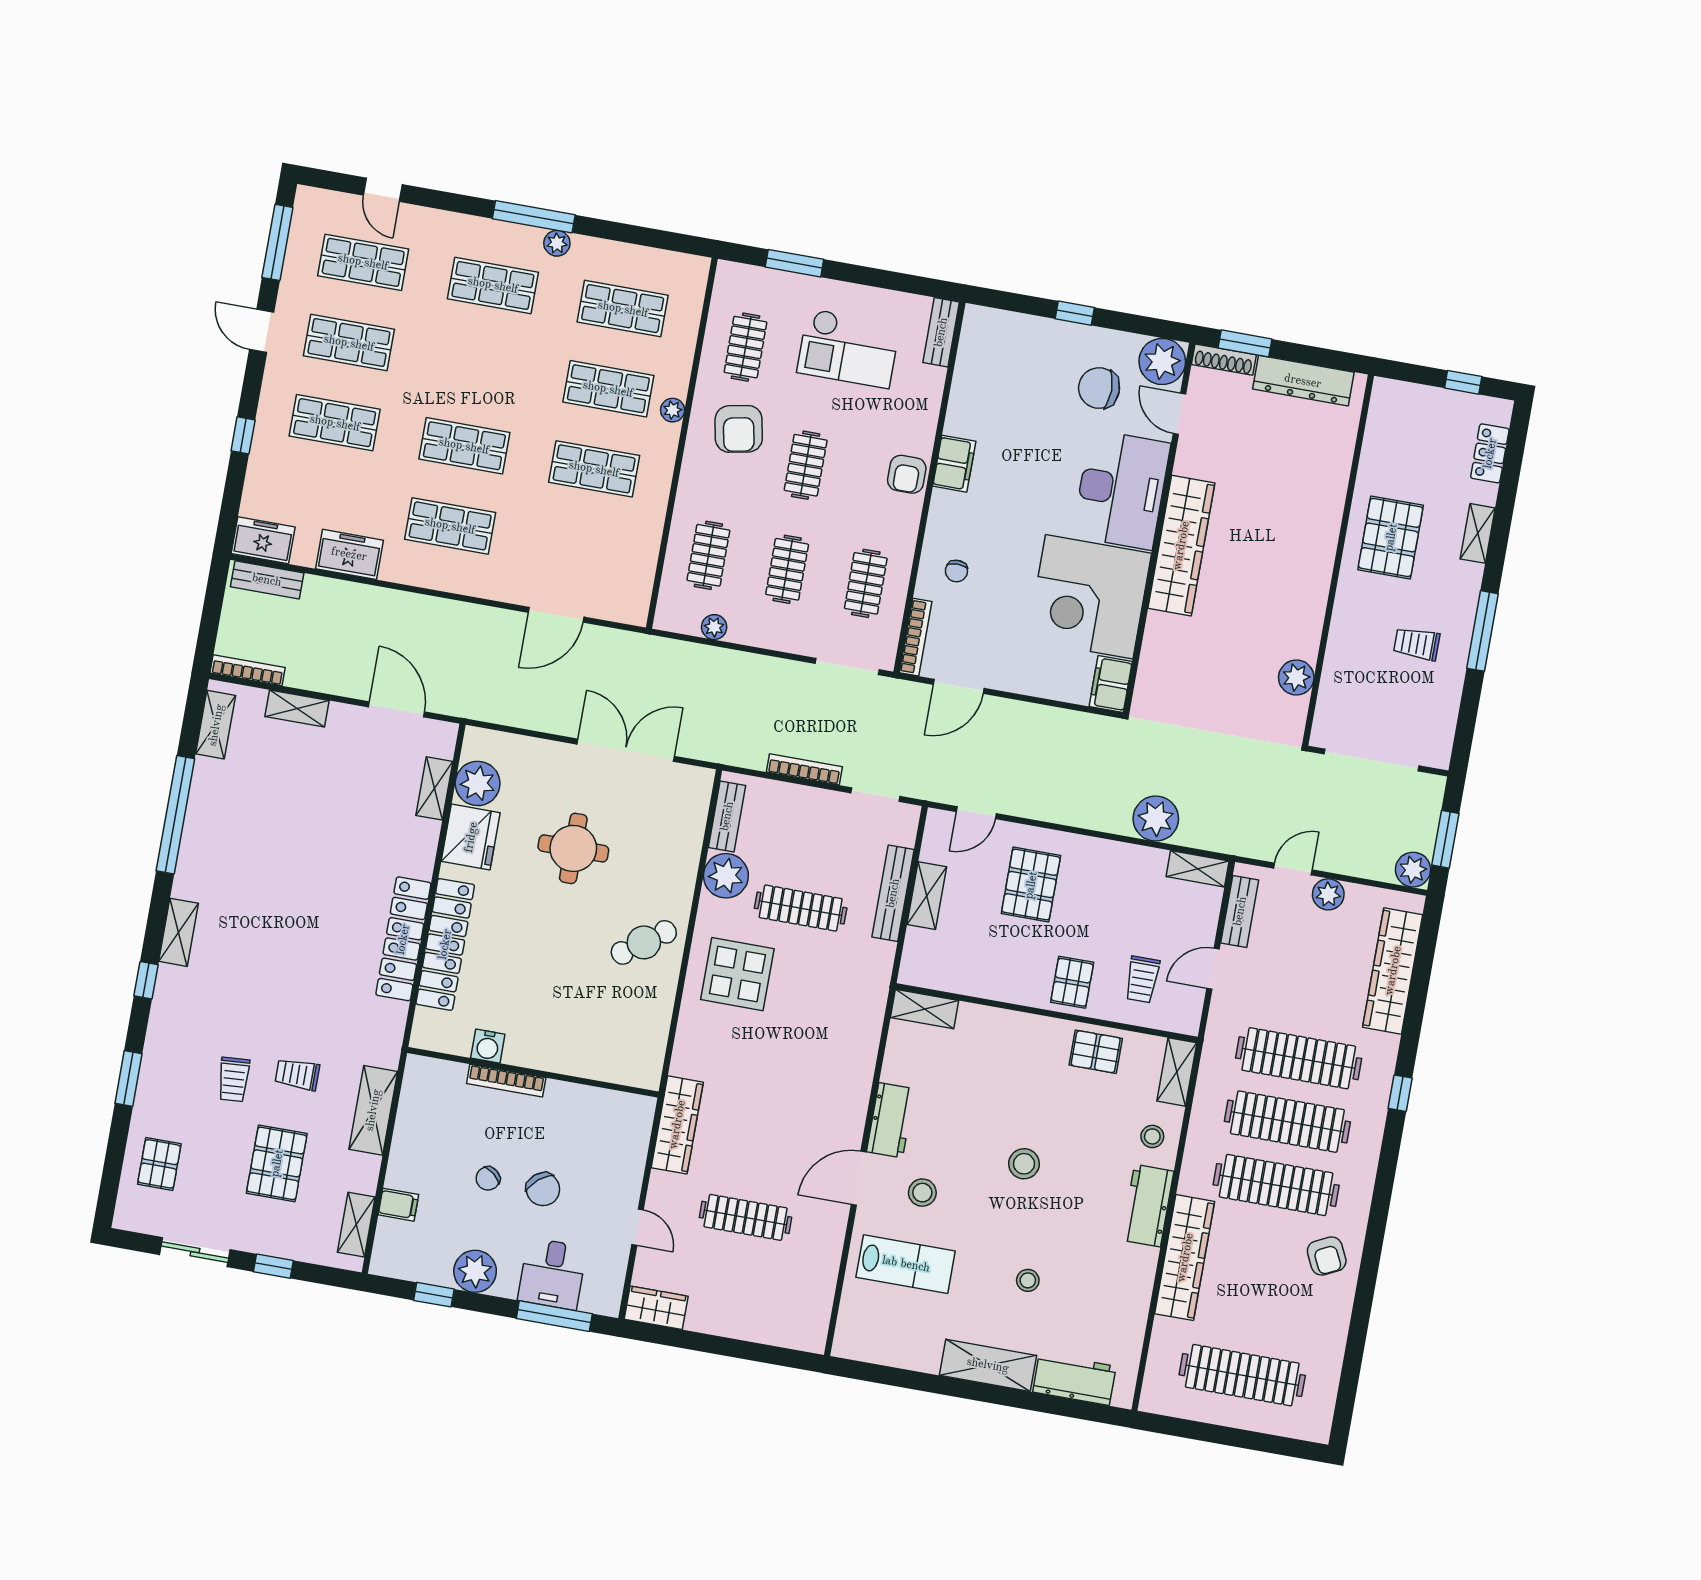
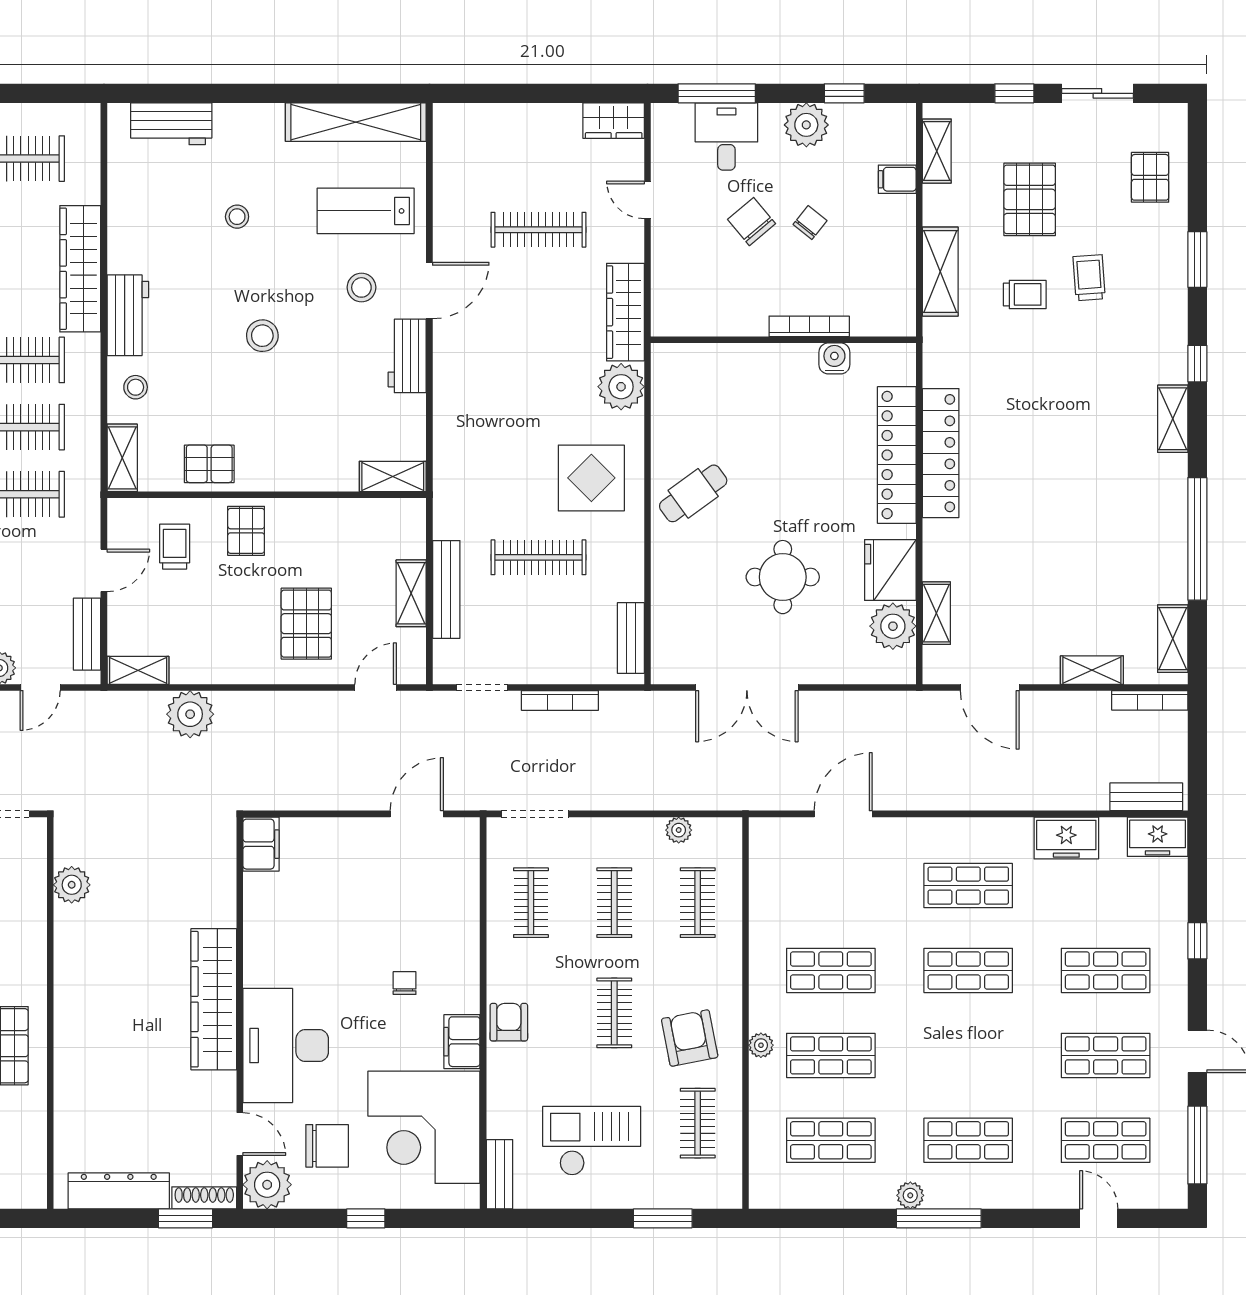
chair: (956, 571) -> (405, 983), moved
corner desk: (1089, 597) -> (424, 1127), moved, turned 180
bookcase: (916, 637) -> (470, 857), removed
plant: (726, 876) -> (621, 387), moved
shelving: (988, 1365) -> (356, 122), moved, width x1.47

